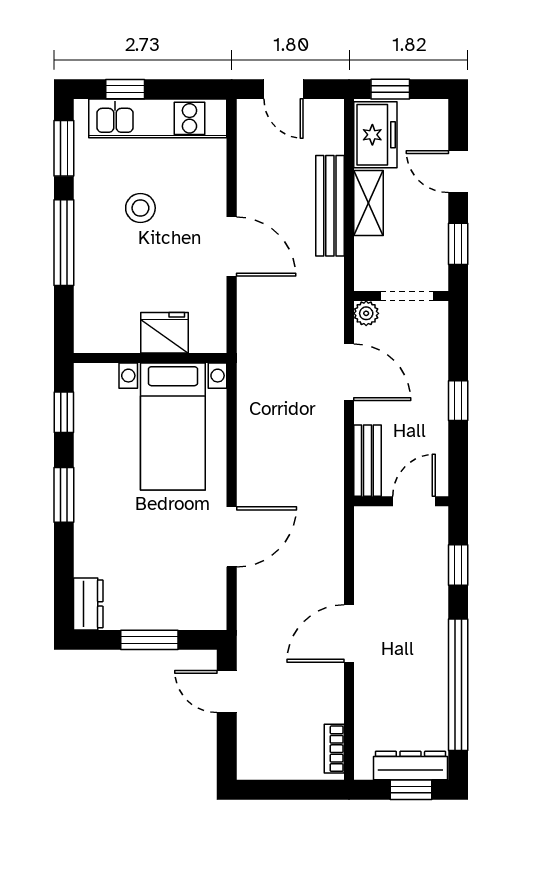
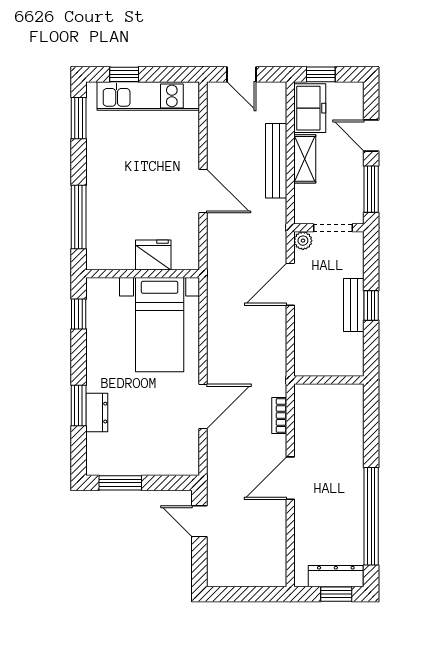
stool: (140, 208) -> (135, 162), removed
window: (64, 243) -> (79, 217), moved
window: (458, 244) -> (371, 189), width x1.50
door: (349, 372) -> (290, 284), swing flipped
bench: (367, 461) -> (354, 305), moved
window: (64, 495) -> (79, 406), moved
door: (414, 501) -> (338, 380), removed
window: (458, 565) -> (371, 427), removed
dresser: (88, 604) -> (97, 413), moved
window: (149, 640) -> (120, 483), moved
bookcase: (334, 749) -> (279, 415), moved

